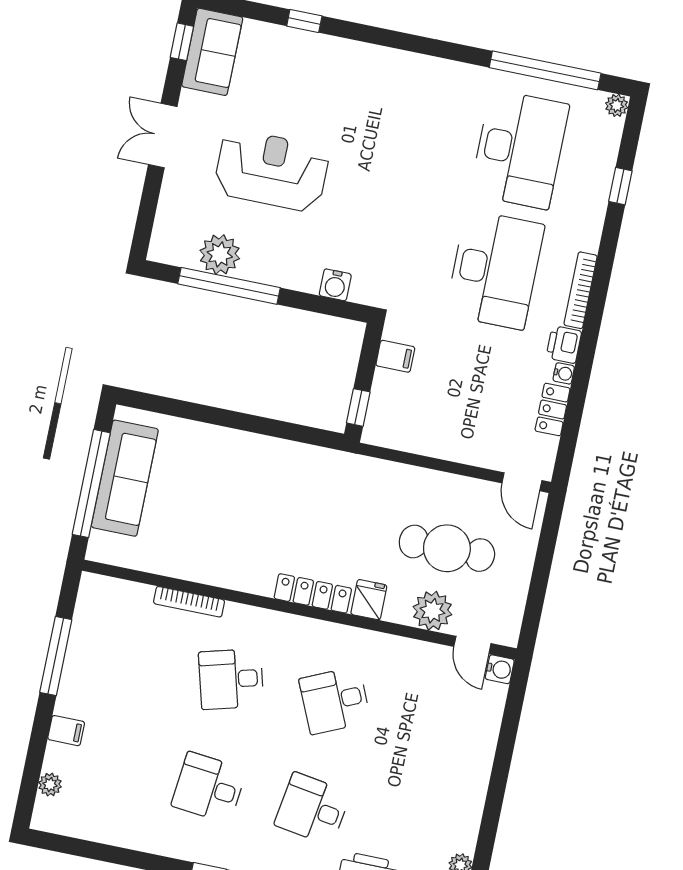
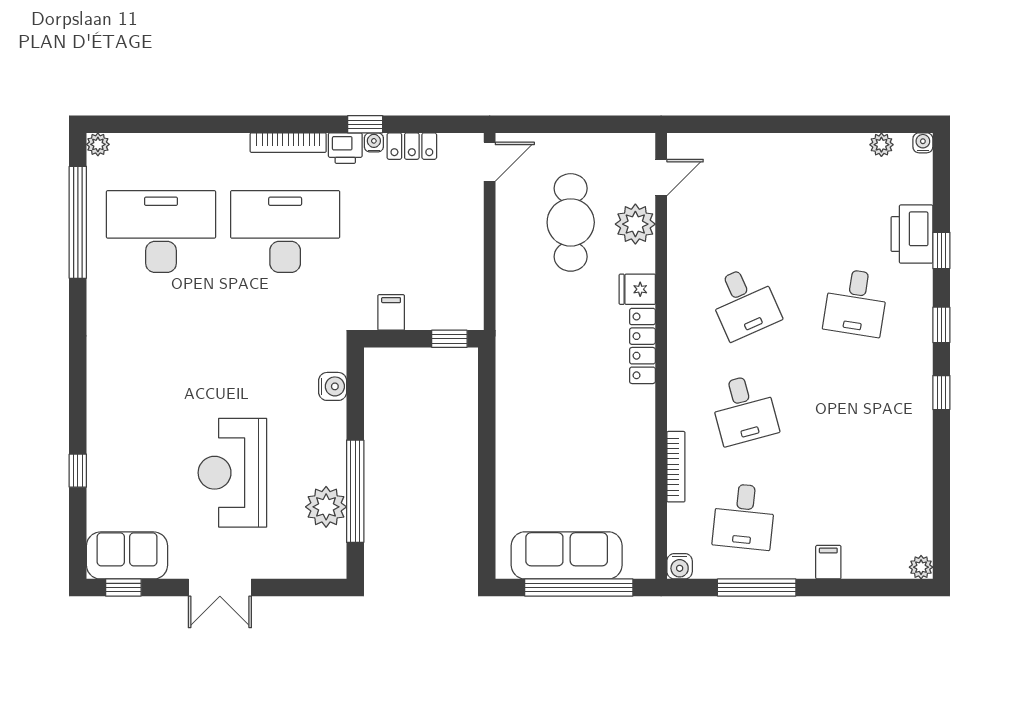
window: (620, 186) -> (365, 124), moved
water cooler: (500, 669) -> (680, 566), moved, turned 180
plant: (50, 785) -> (921, 567), moved
desk: (209, 788) -> (744, 516), moved

